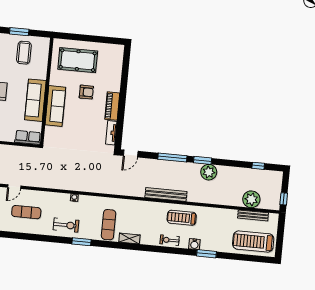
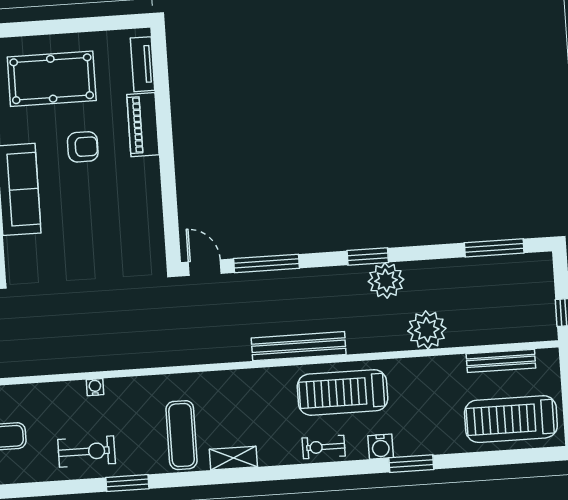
piano: (112, 106) -> (143, 125), moved
tv unit: (111, 133) -> (143, 64), moved
door: (131, 153) -> (205, 268), swing flipped
window: (172, 157) -> (266, 263), moved
window: (258, 166) -> (494, 248), width x2.17
plant: (251, 199) -> (427, 330), moved
treadmill: (182, 218) -> (343, 392), width x1.37, depth x1.38

